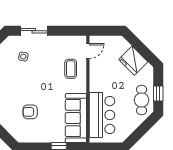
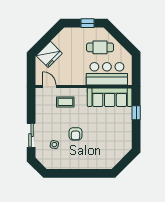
fridge: (133, 61) -> (49, 54), moved
cafe table: (142, 100) -> (100, 47), moved
armchair: (30, 112) -> (76, 134), moved

